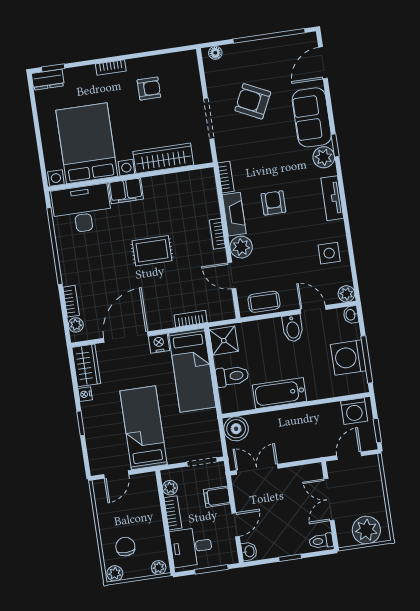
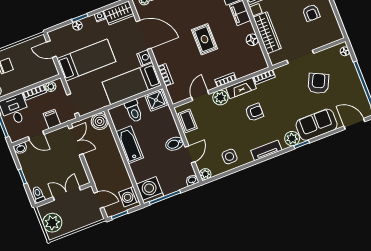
floor lamp: (168, 182) -> (252, 40), added
washing machine: (348, 358) -> (150, 190), moved
floor lamp: (91, 429) -> (77, 26), added

